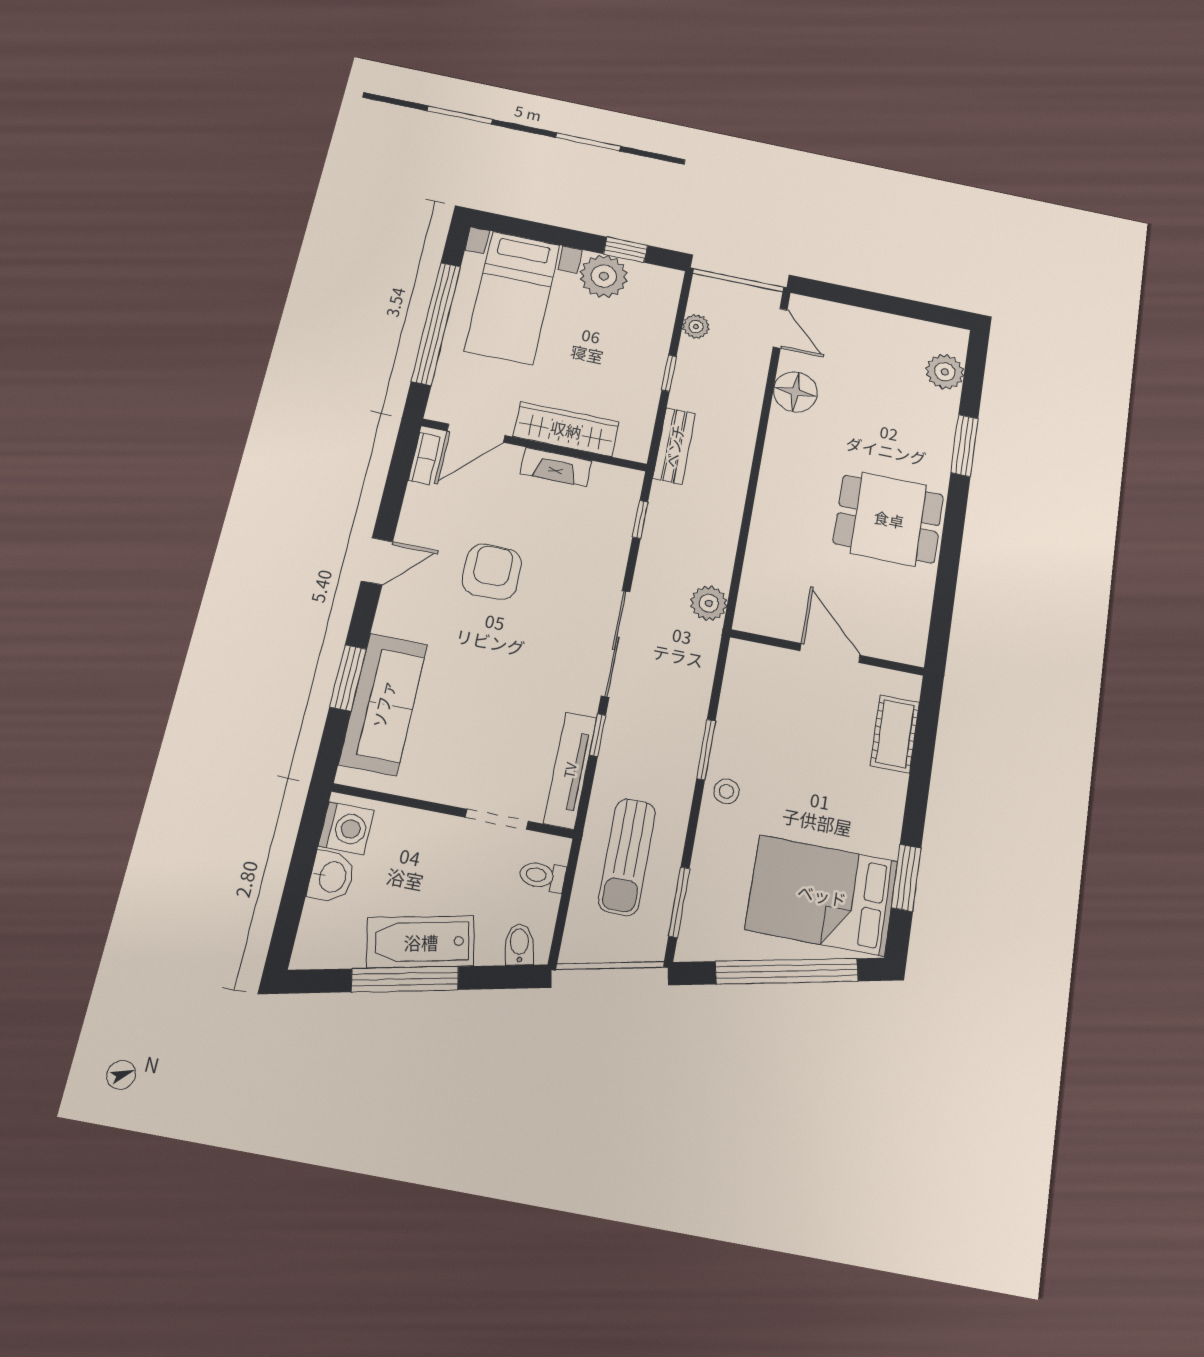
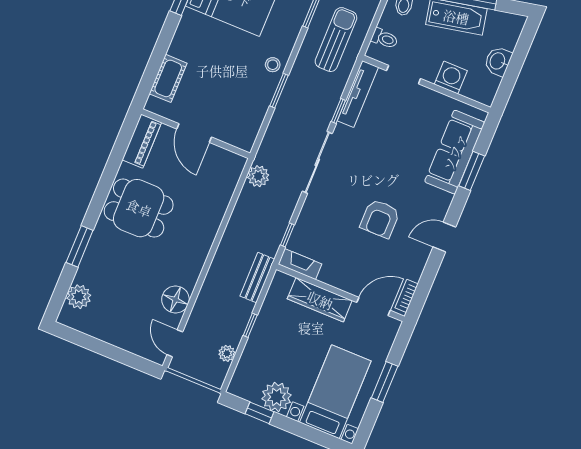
window: (436, 323) -> (385, 382), width x0.47
fireplace: (556, 467) -> (300, 264), moved
piano: (911, 624) -> (142, 141), added
washing machine: (346, 828) -> (451, 78), moved, turned 90

